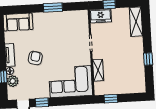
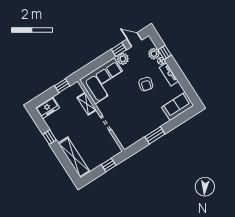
freezer: (101, 16) -> (48, 108), moved, turned 180
shelving: (136, 22) -> (74, 157), width x1.47
plant: (43, 92) -> (123, 59), added

